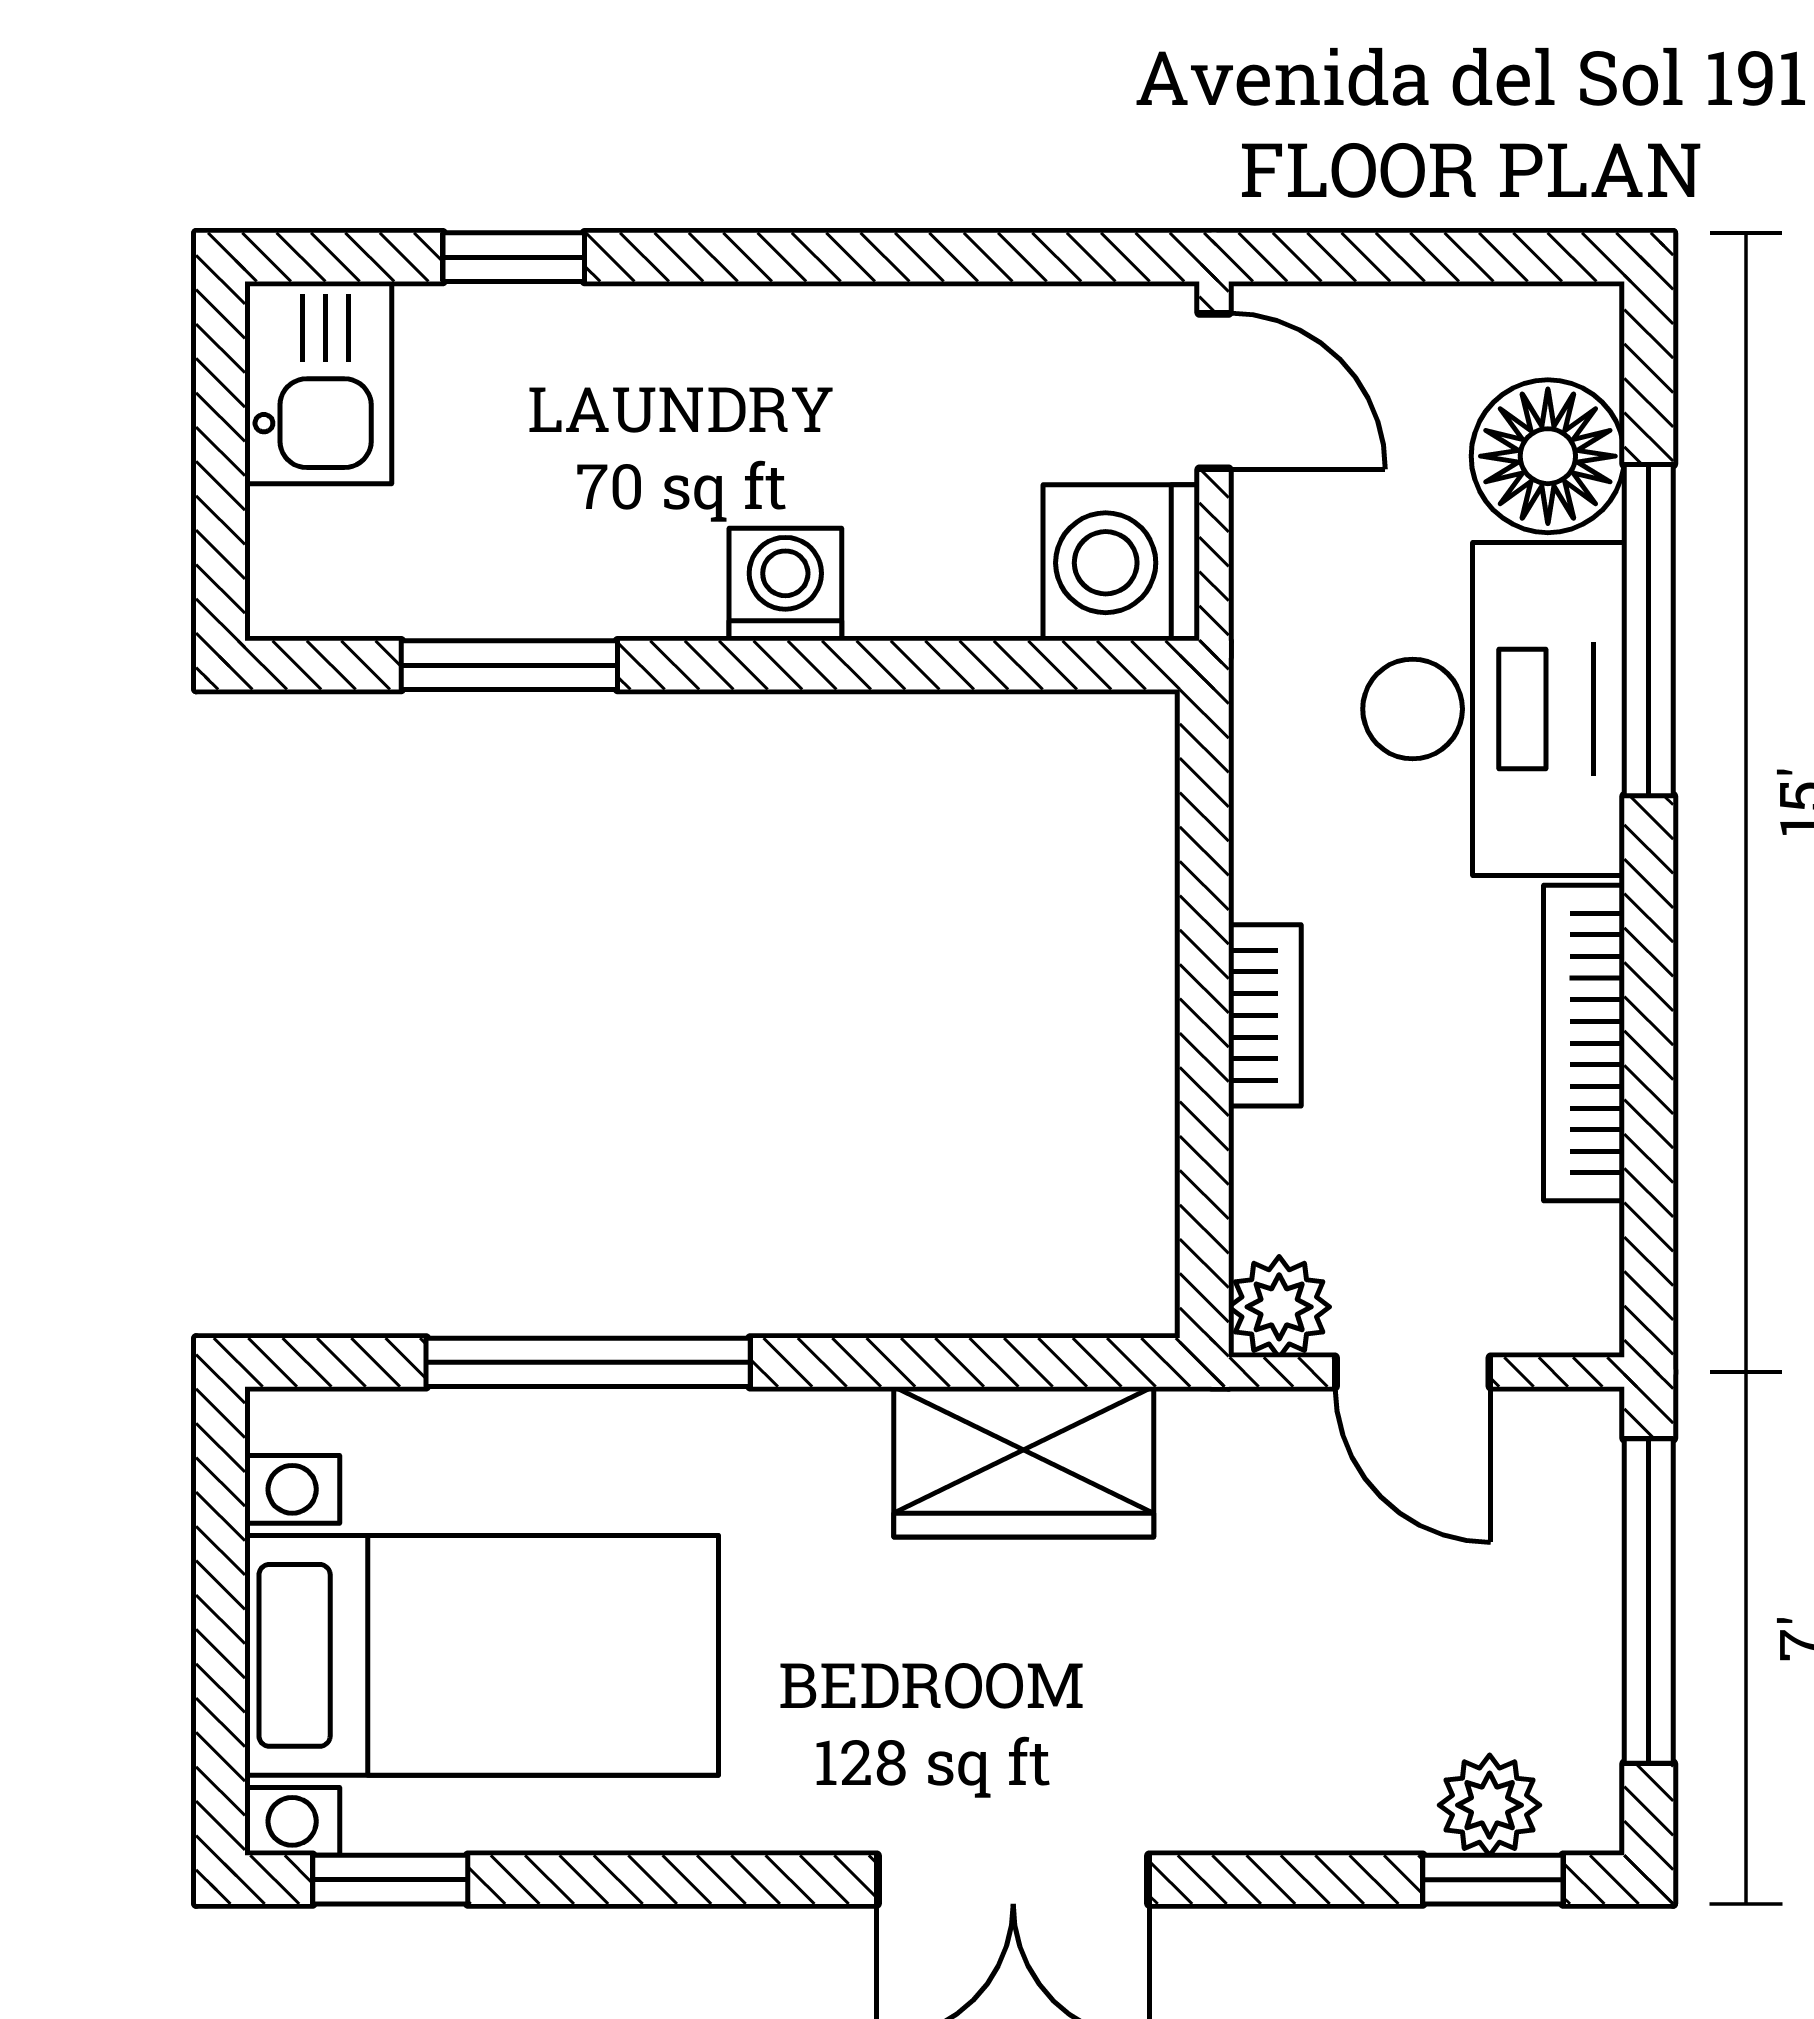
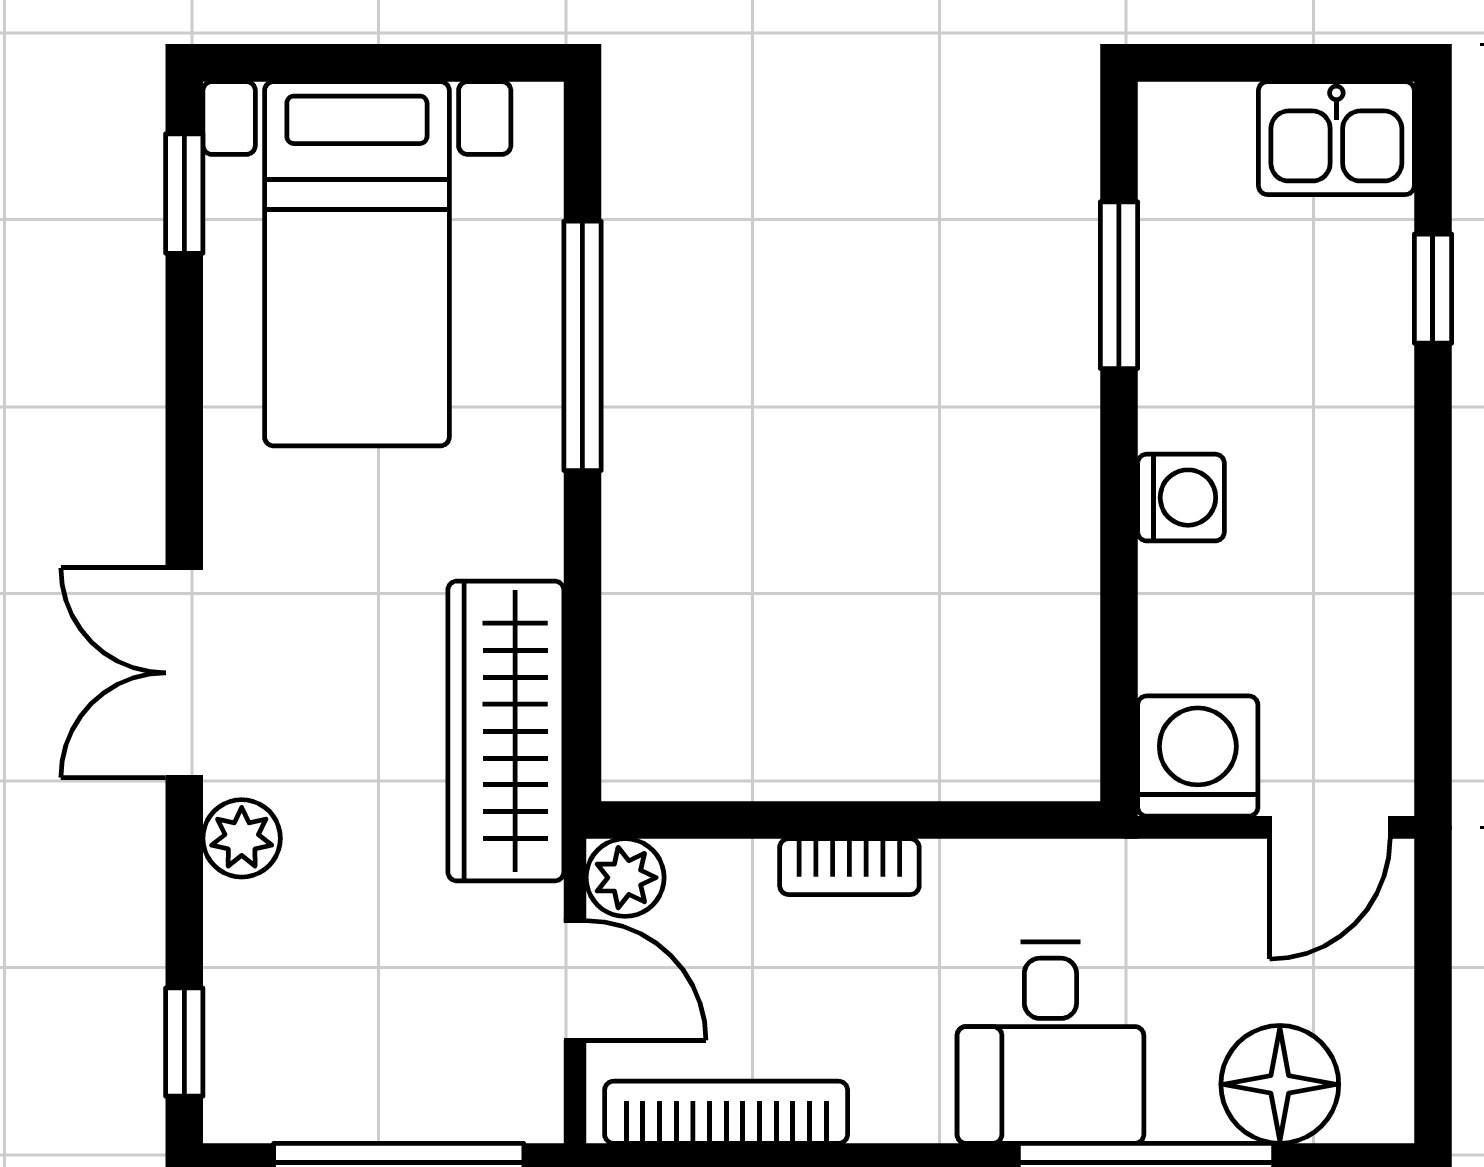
desk: (1494, 709) -> (1050, 1043), width x0.73
bookcase: (1584, 1043) -> (726, 1112), moved
door: (1413, 1372) -> (575, 980), swing flipped
wardrobe: (1024, 1462) -> (506, 731), width x1.50
plant: (1490, 1805) -> (242, 838), moved

